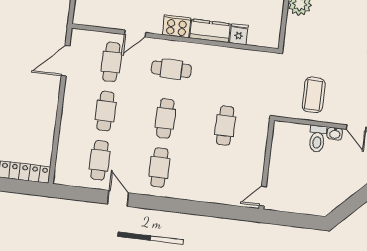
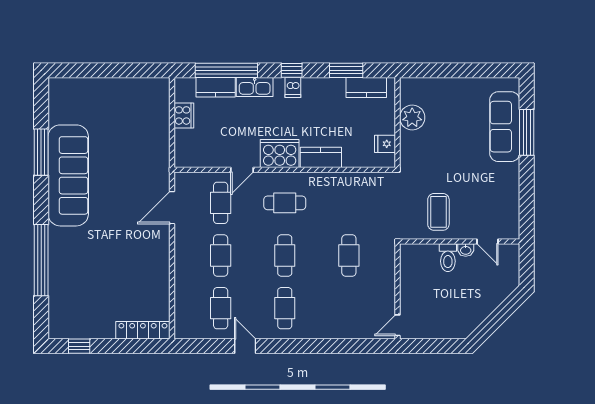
cooker: (177, 26) -> (280, 154), width x1.37, depth x1.31
fridge: (239, 34) -> (385, 144), moved, turned -90

